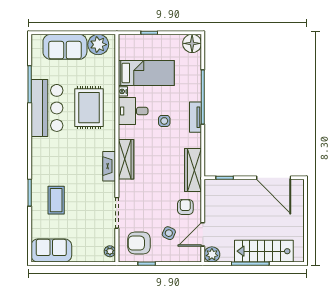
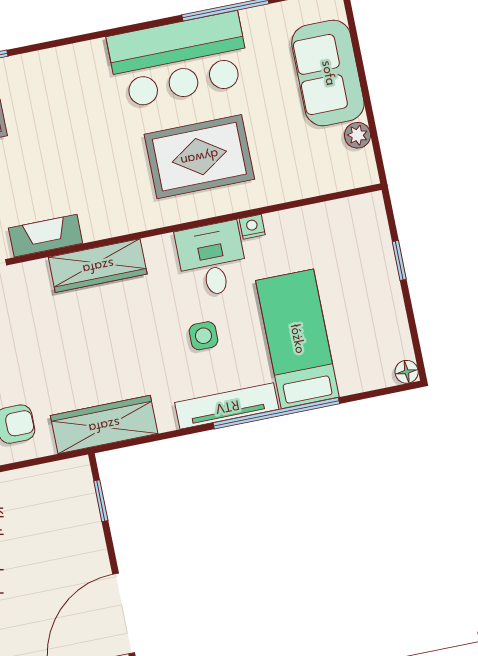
floor lamp: (192, 43) -> (407, 372), width x0.53, depth x0.53
plant: (98, 45) -> (357, 135), width x0.53, depth x0.53
bed: (146, 73) -> (297, 339), moved, turned 180
tv unit: (196, 117) -> (227, 406), width x1.41
fireplace: (109, 166) -> (46, 236), moved

